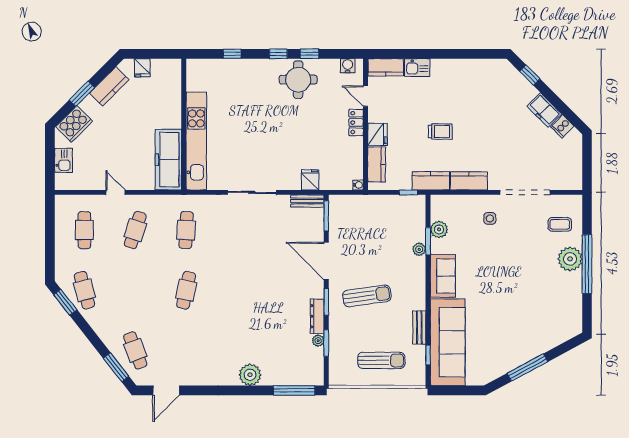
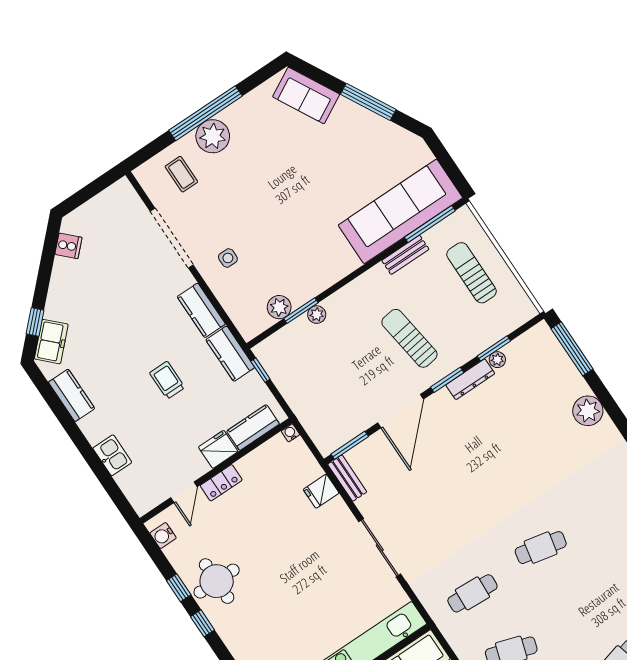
kitchen counter: (386, 67) -> (72, 395), moved
freezer: (544, 110) -> (51, 342), moved
sofa: (443, 276) -> (306, 96), moved, turned -118
window: (428, 355) -> (430, 224), width x2.17

